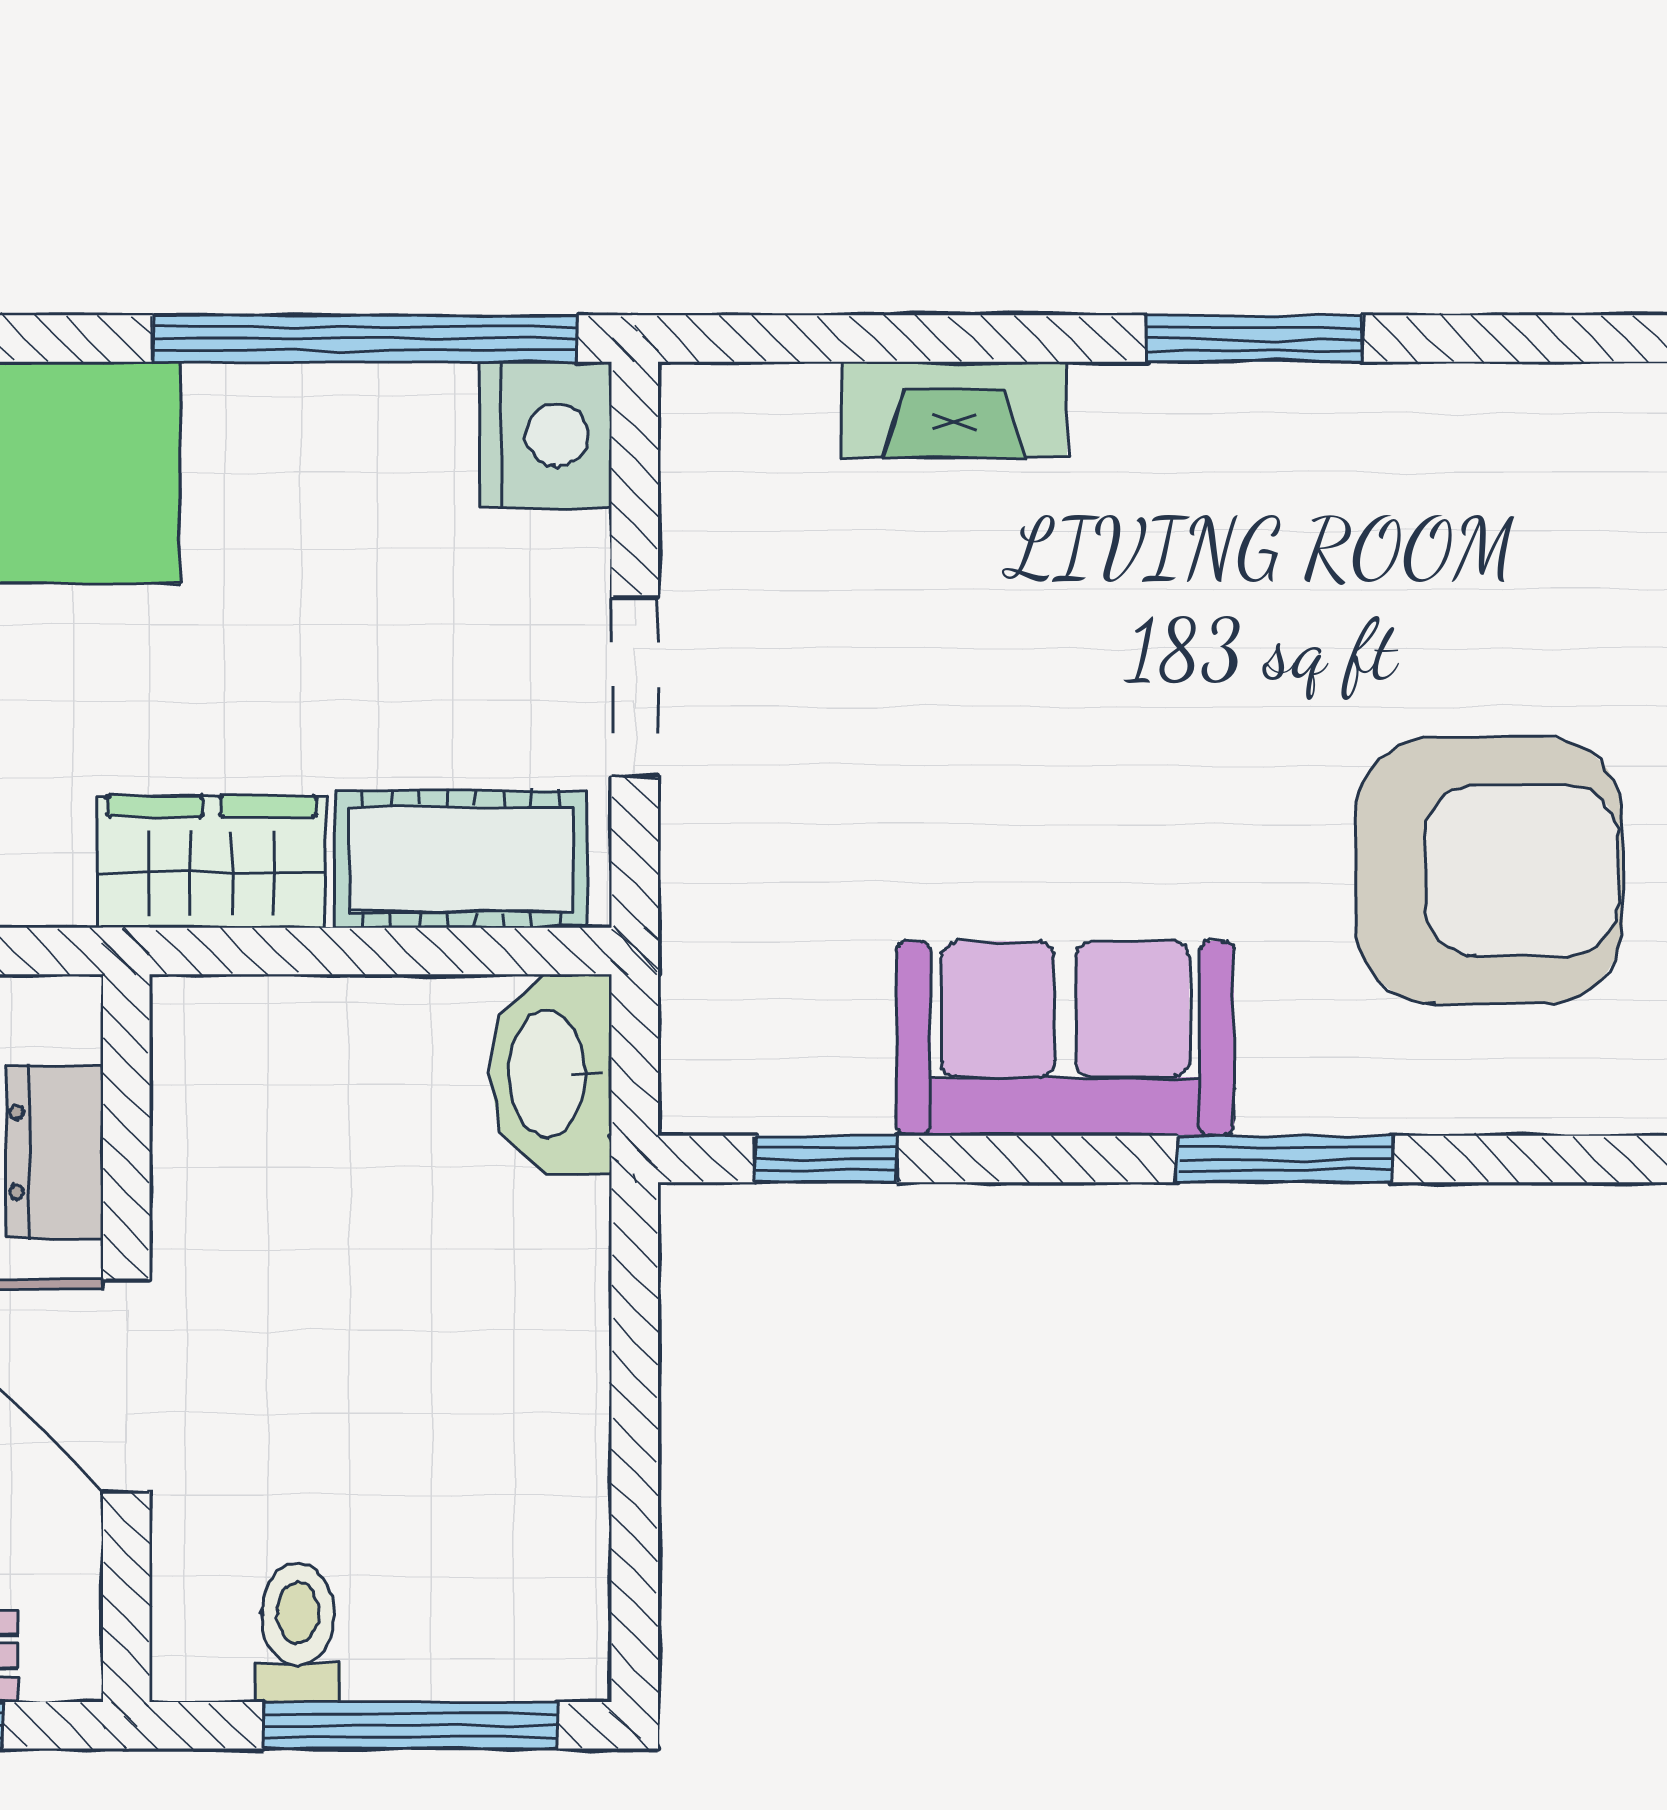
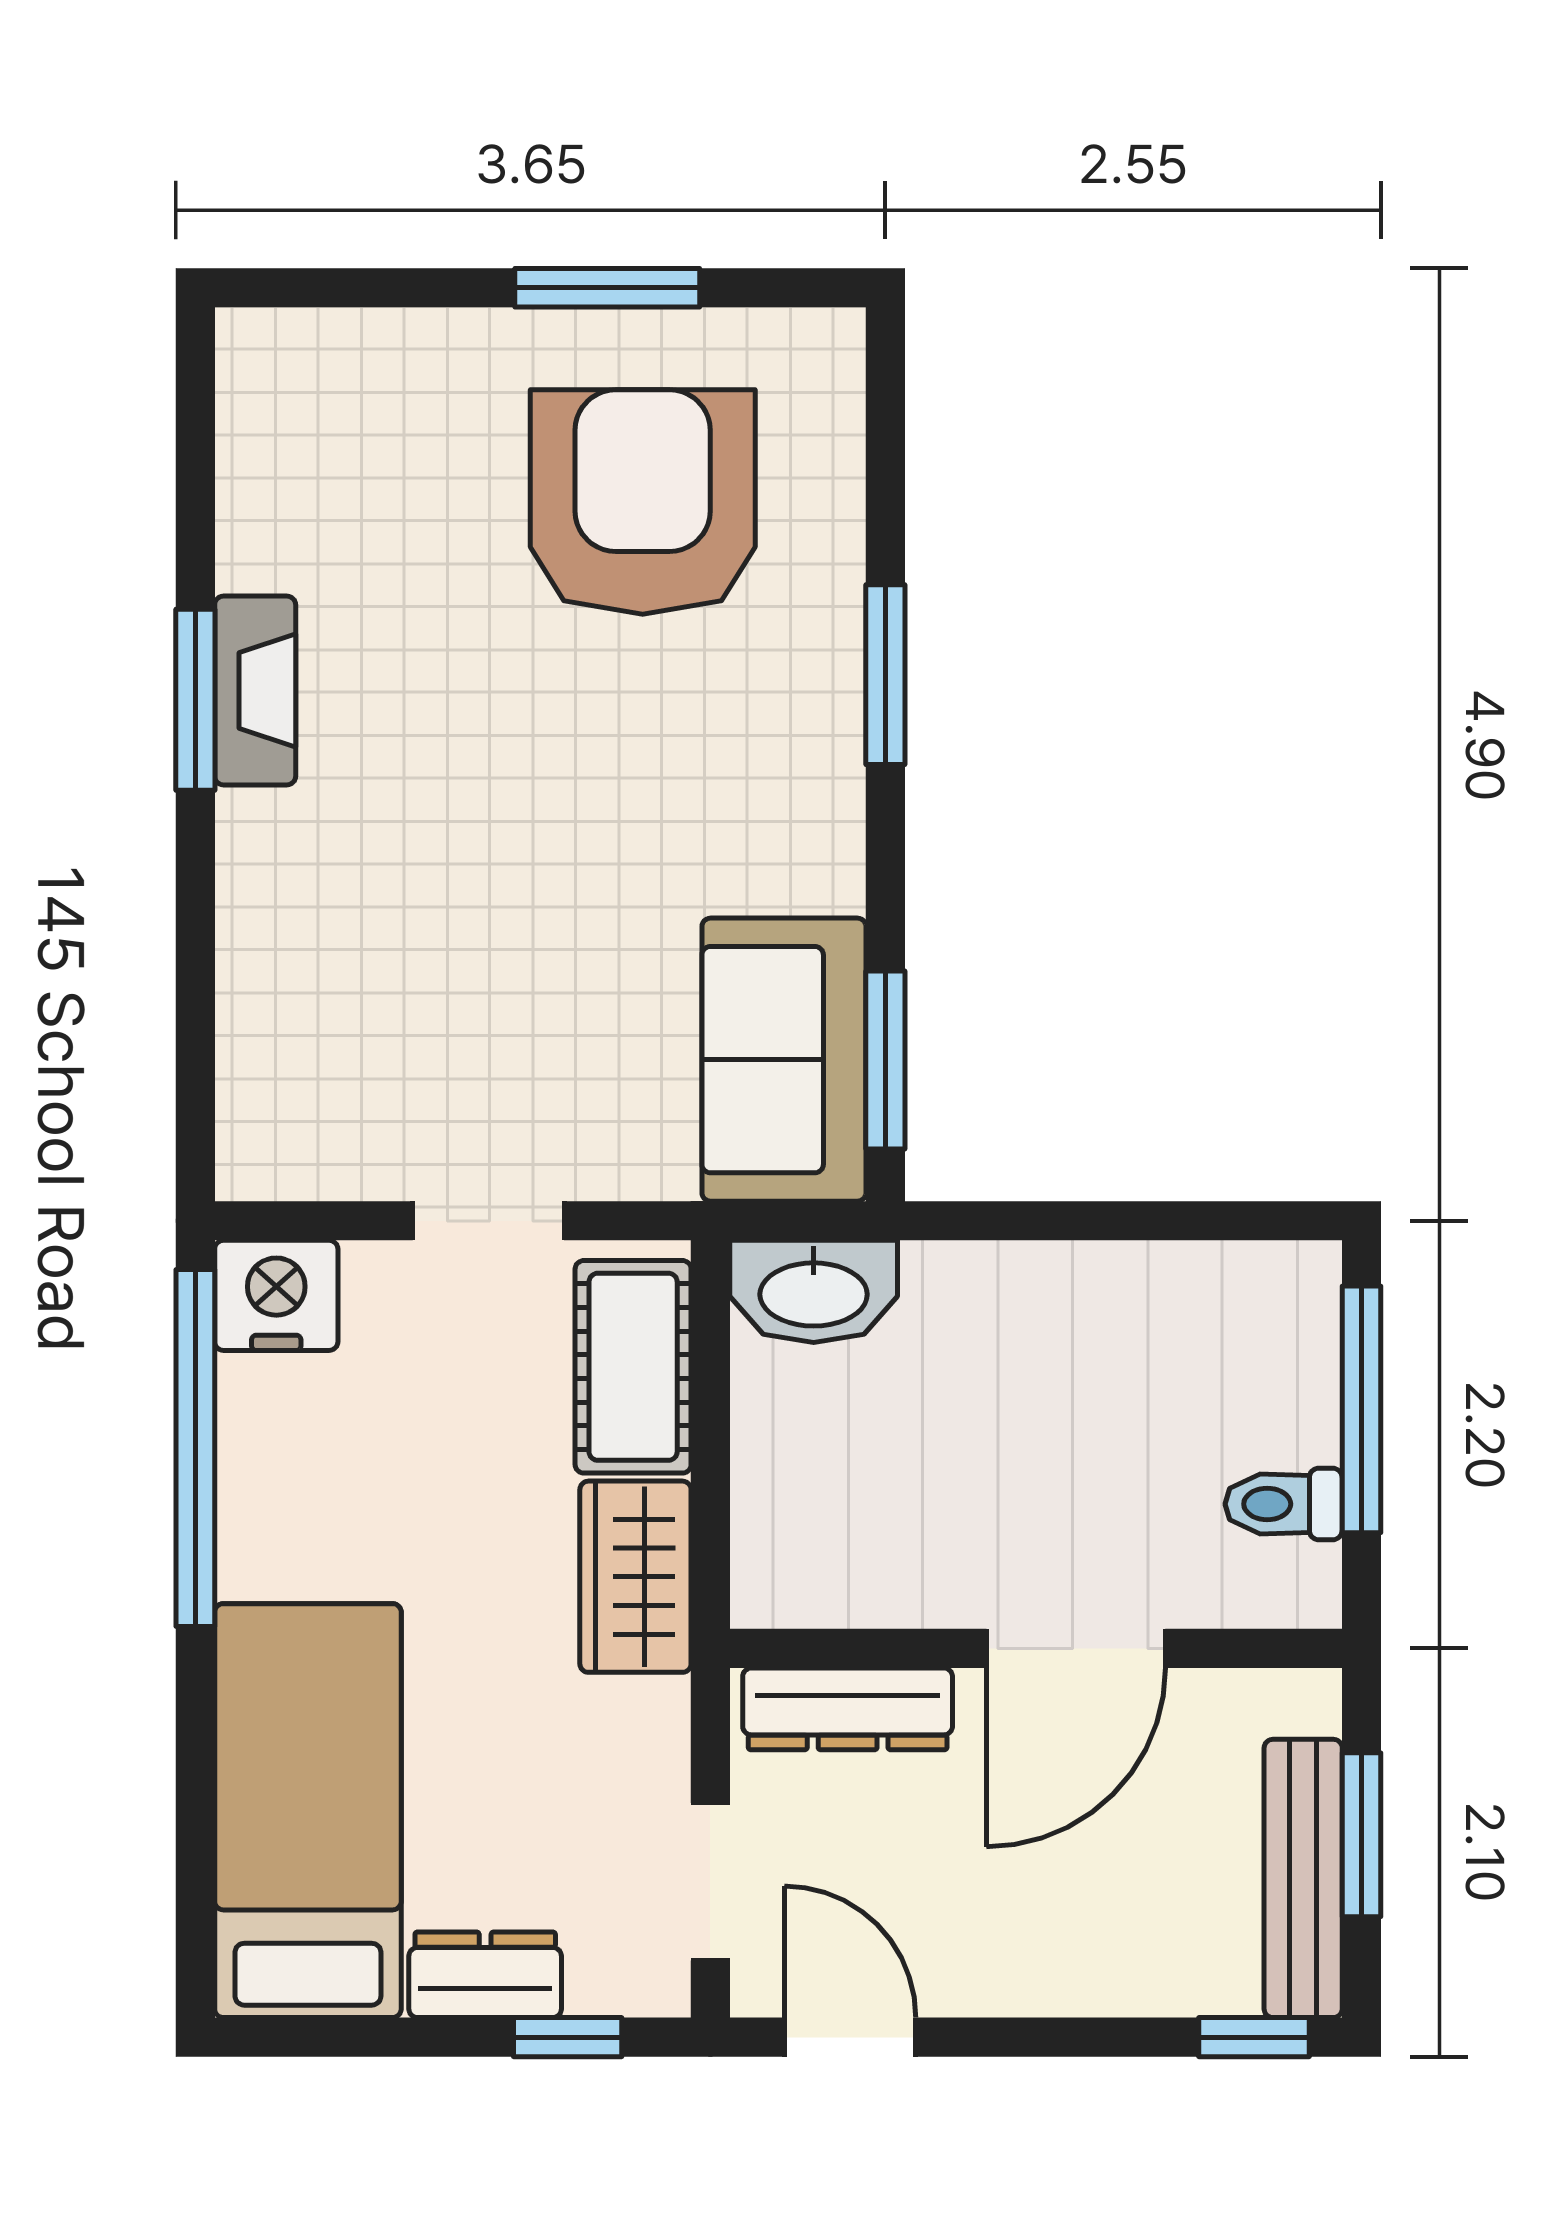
fireplace: (954, 410) -> (255, 690), moved
sofa: (1065, 1038) -> (784, 1060), moved
dresser: (54, 1152) -> (848, 1709), width x1.44
window: (826, 1159) -> (885, 1060), width x1.50

